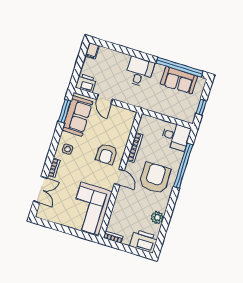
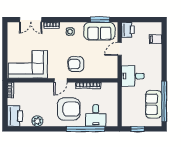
filing cabinet: (92, 51) -> (156, 39), moved
desk: (139, 72) -> (133, 76), moved, turned 180
desk: (176, 136) -> (96, 116), moved

